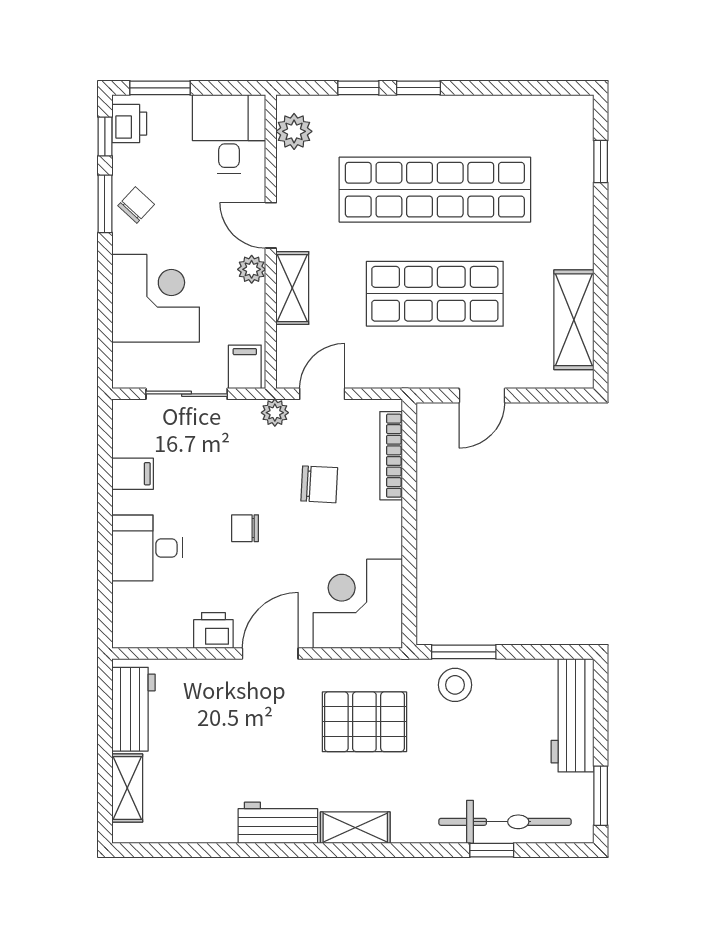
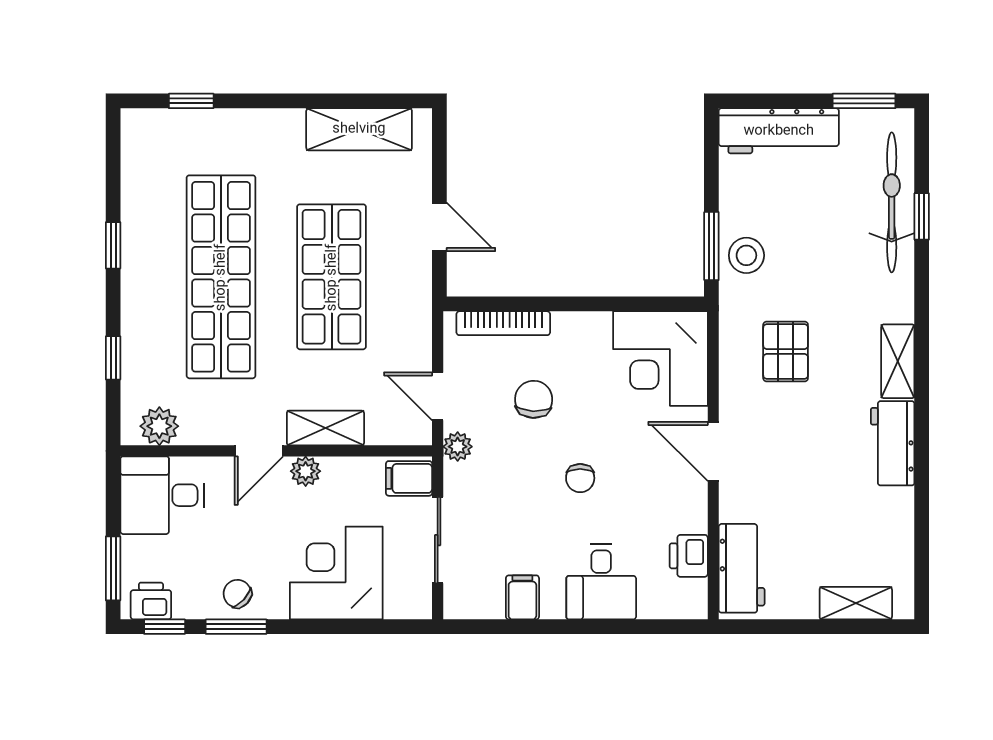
window: (418, 88) -> (113, 245), moved
printer: (213, 630) -> (689, 556), moved
workbench: (133, 709) -> (742, 568), moved, turned 90
pallet: (364, 722) -> (786, 352), width x0.67, depth x0.71

